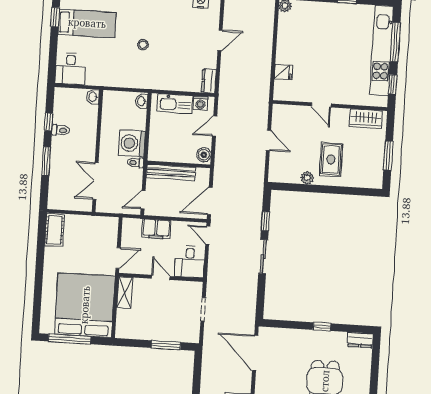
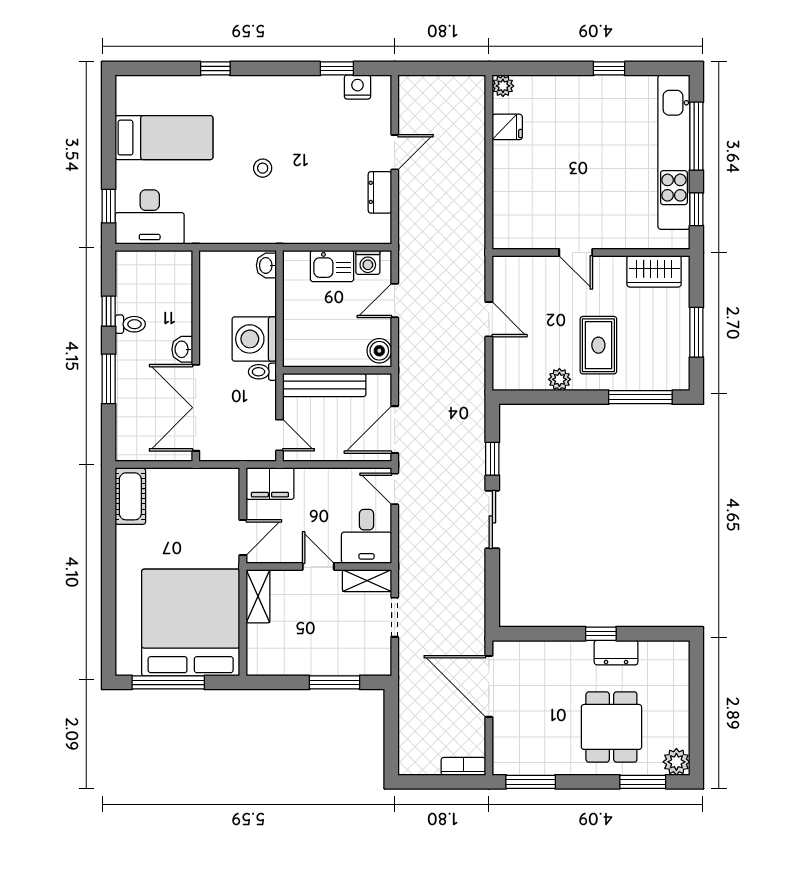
window: (55, 17) -> (109, 206), moved
desk: (70, 69) -> (150, 217), width x1.37
fridge: (283, 72) -> (507, 127), moved
dresser: (209, 81) -> (380, 192), moved
washbasin: (93, 97) -> (182, 349), moved
kitchen sink: (175, 104) -> (332, 266), width x0.73
double door: (96, 181) -> (196, 408), width x1.37
window: (353, 191) -> (640, 397), added
door: (143, 200) -> (280, 435), swing flipped
filing cabinet: (156, 229) -> (270, 484), moved
shelving: (188, 287) -> (367, 581), added
dresser: (360, 340) -> (616, 653), moved

